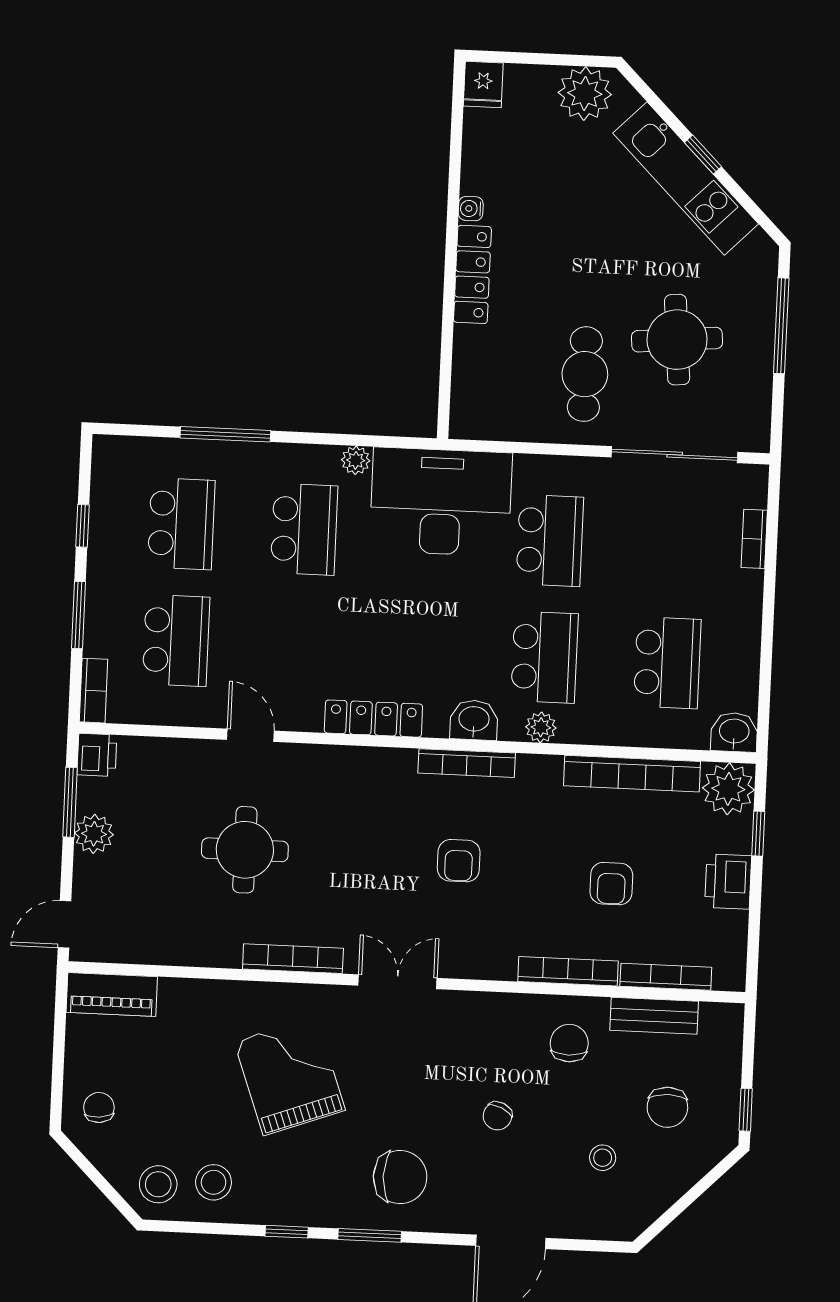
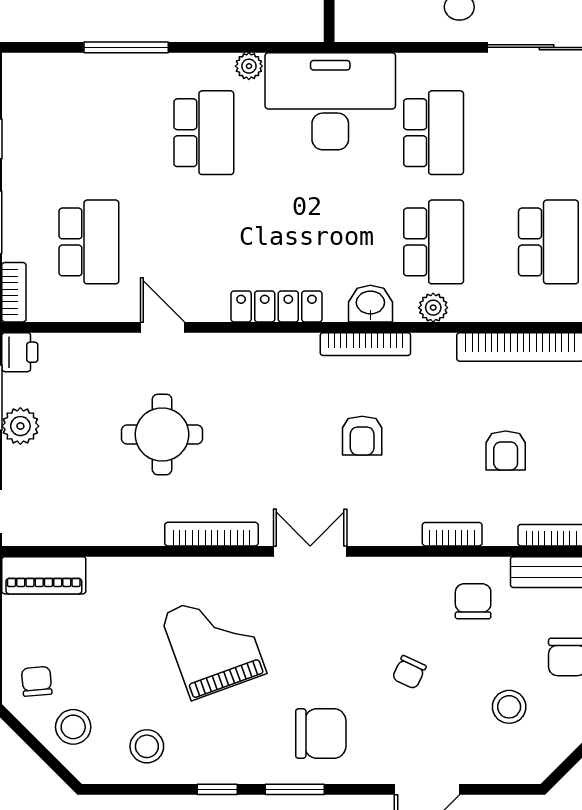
school desk: (181, 524) -> (89, 133), removed
bookcase: (568, 971) -> (452, 534), width x0.64
stool: (603, 1158) -> (509, 707), width x1.37, depth x1.37
stool: (158, 1184) -> (73, 727), moved

